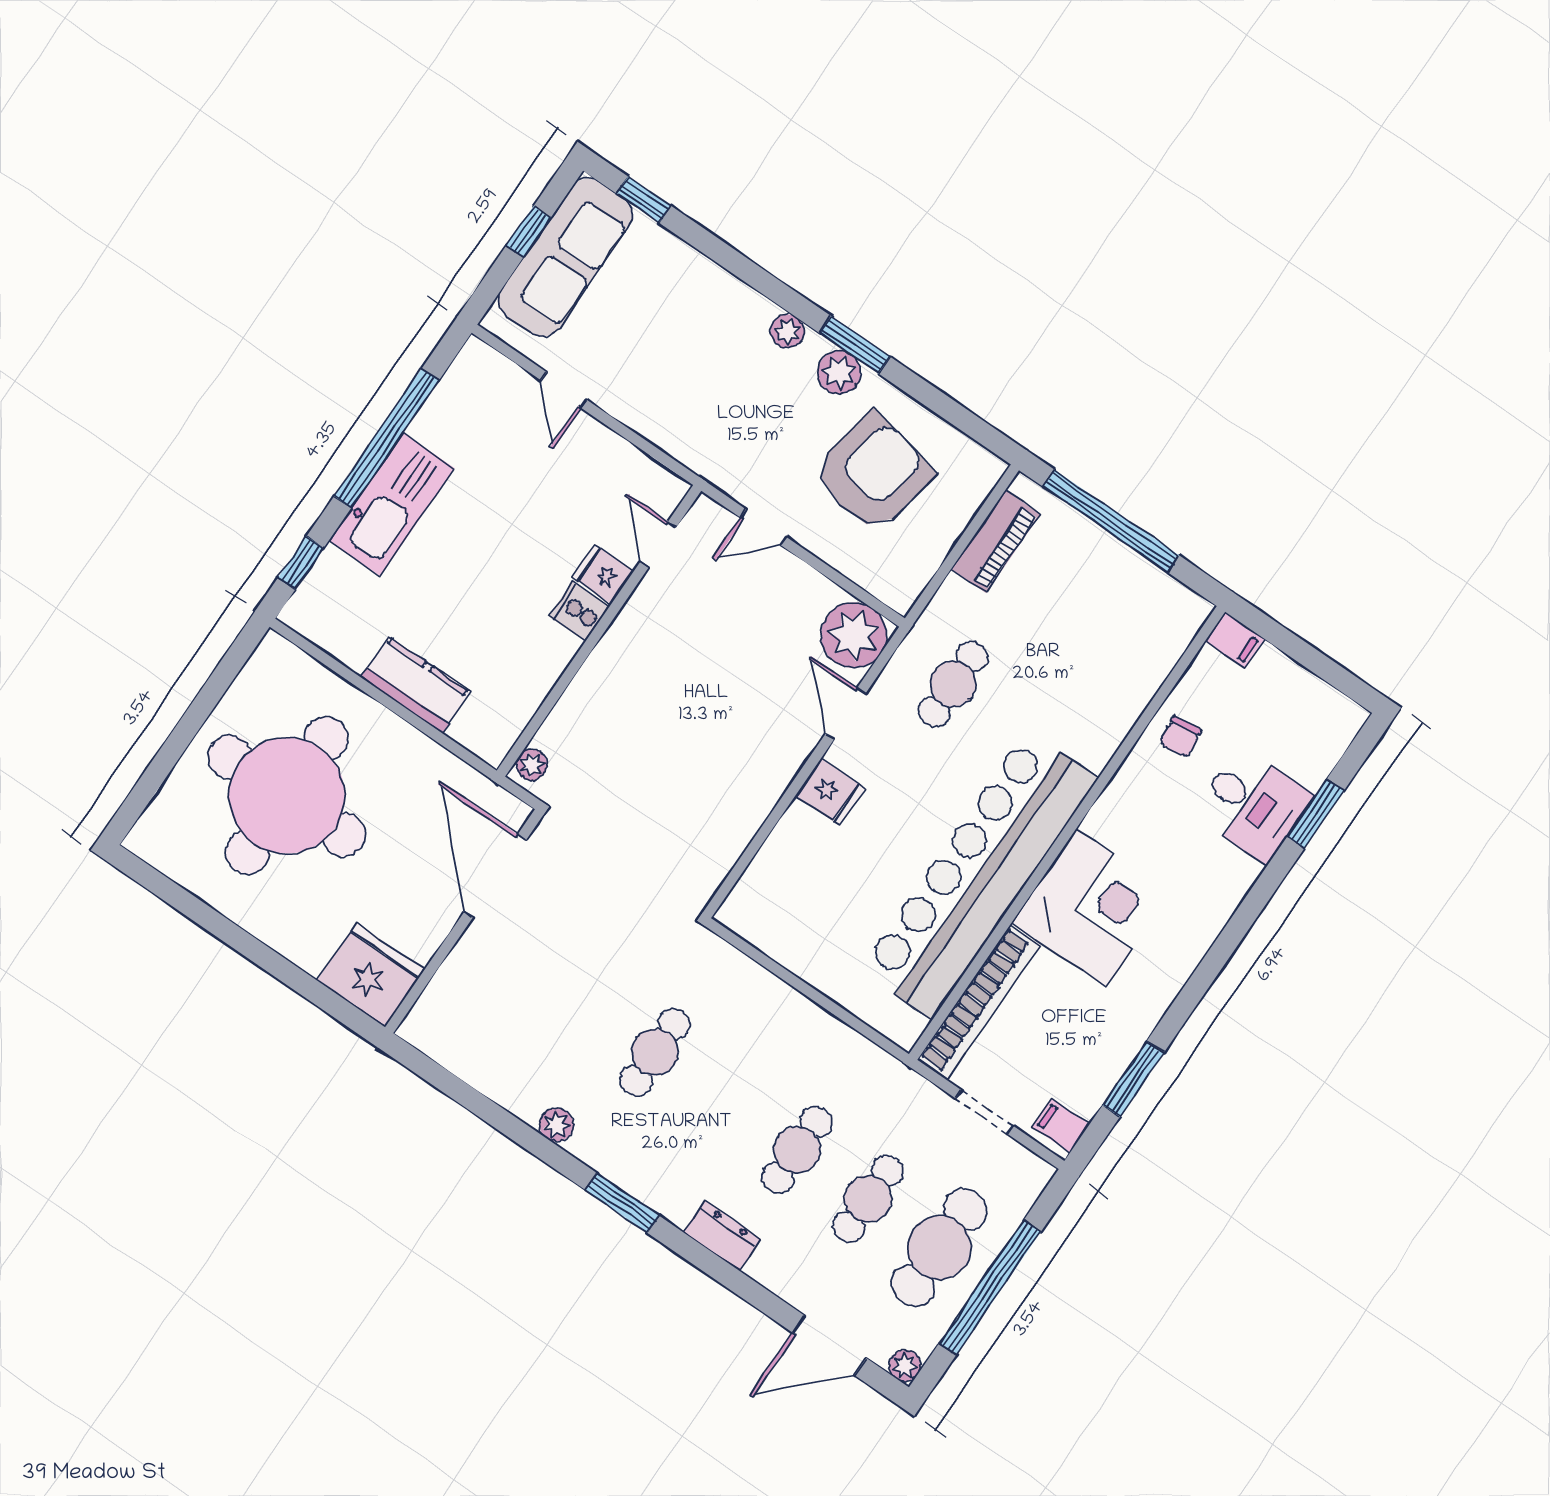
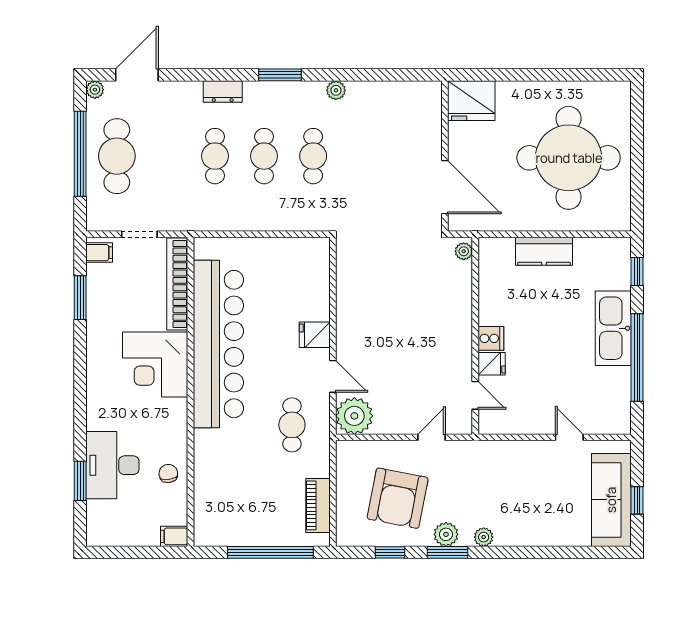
window: (644, 200) -> (390, 552), moved
desk: (1253, 804) -> (112, 465), width x1.37
cafe table: (868, 1199) -> (264, 156), moved

